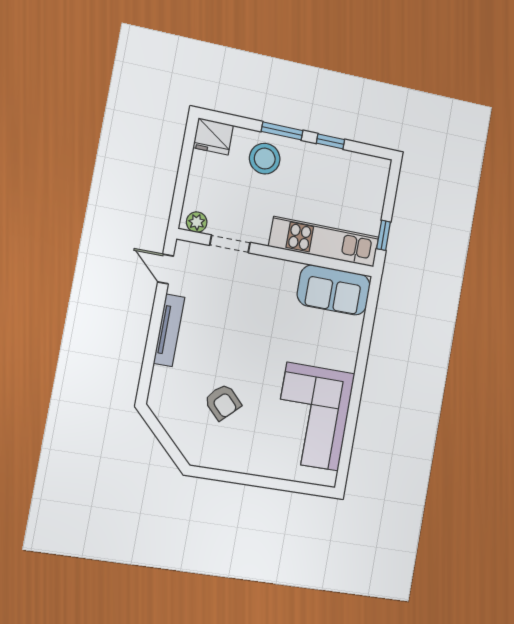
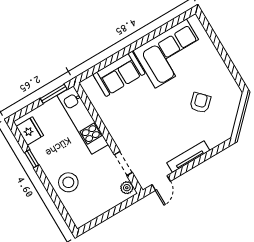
window: (282, 131) -> (48, 186), removed
fridge: (213, 136) -> (30, 131), moved
window: (384, 235) -> (54, 94), width x1.50
sofa: (334, 290) -> (119, 74), moved, turned 90

